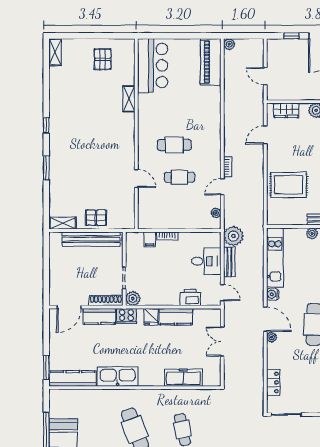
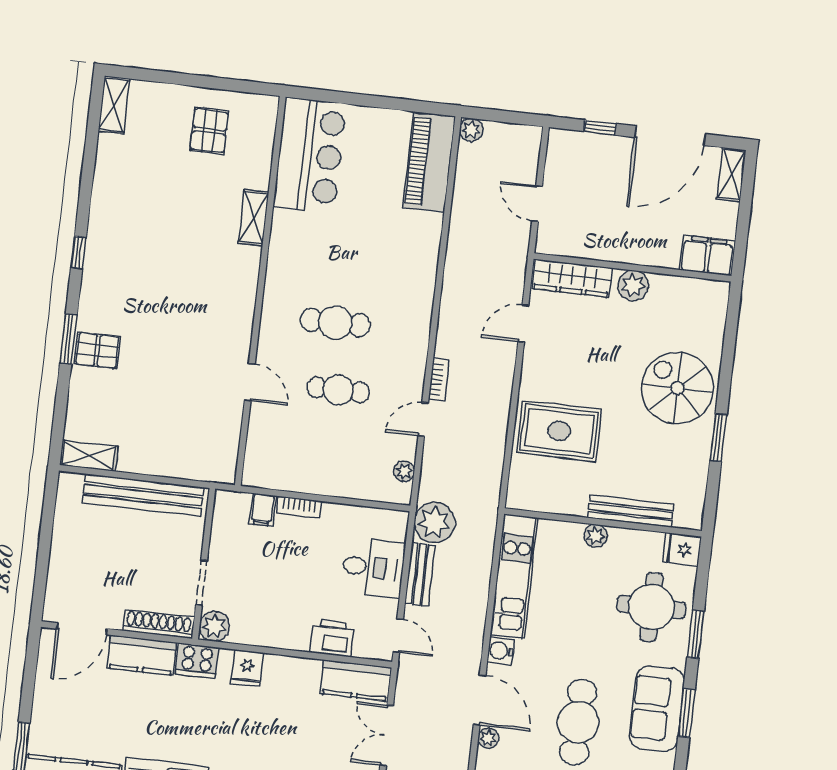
wardrobe: (286, 110) -> (572, 278), width x1.50
pallet: (96, 218) -> (97, 350), moved
kitchen counter: (176, 317) -> (356, 680), moved

